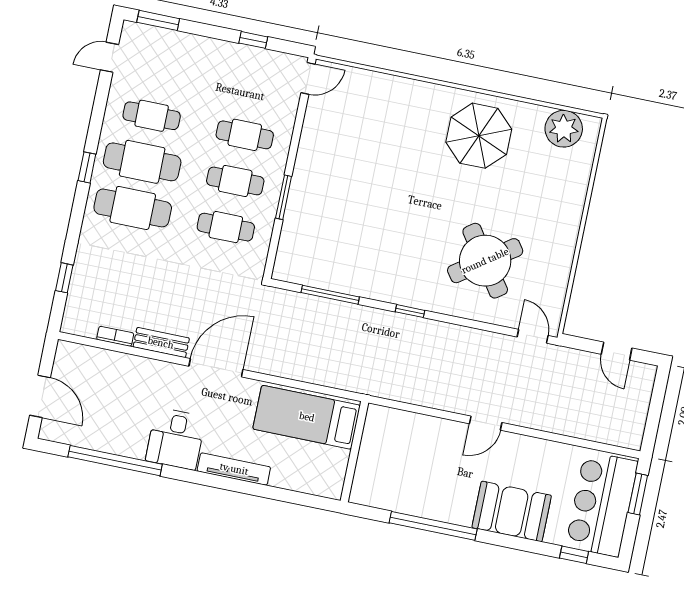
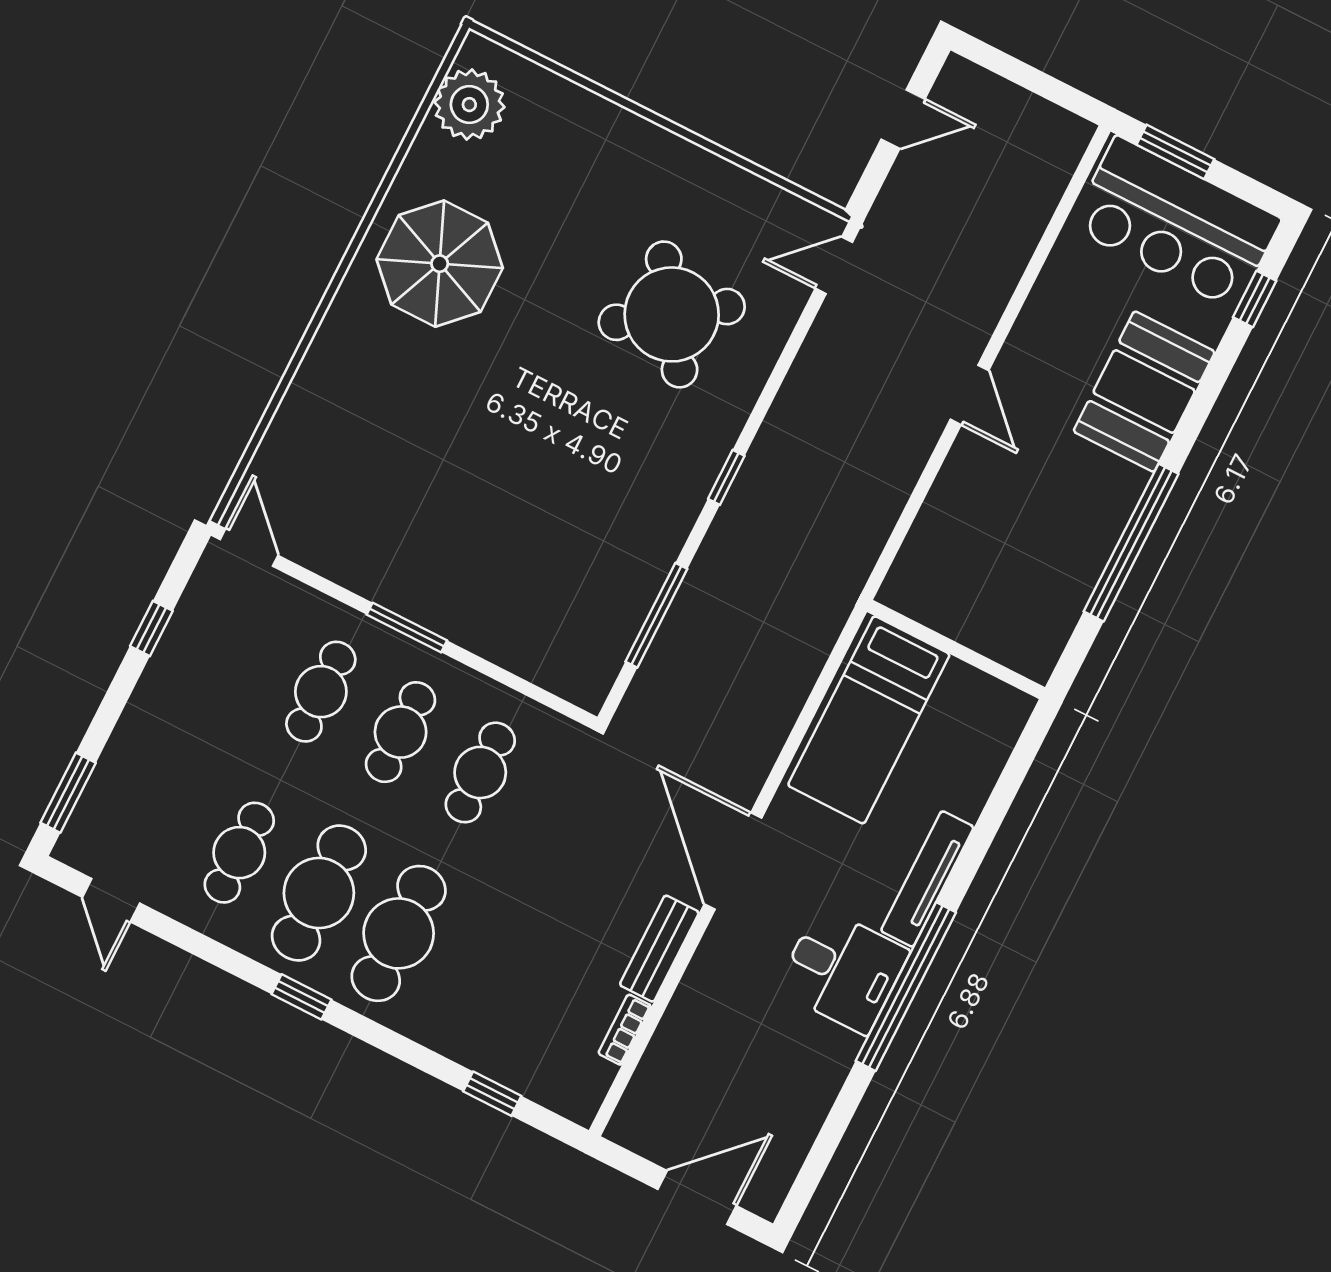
window: (284, 197) -> (407, 628), moved
window: (115, 461) -> (906, 987), moved

